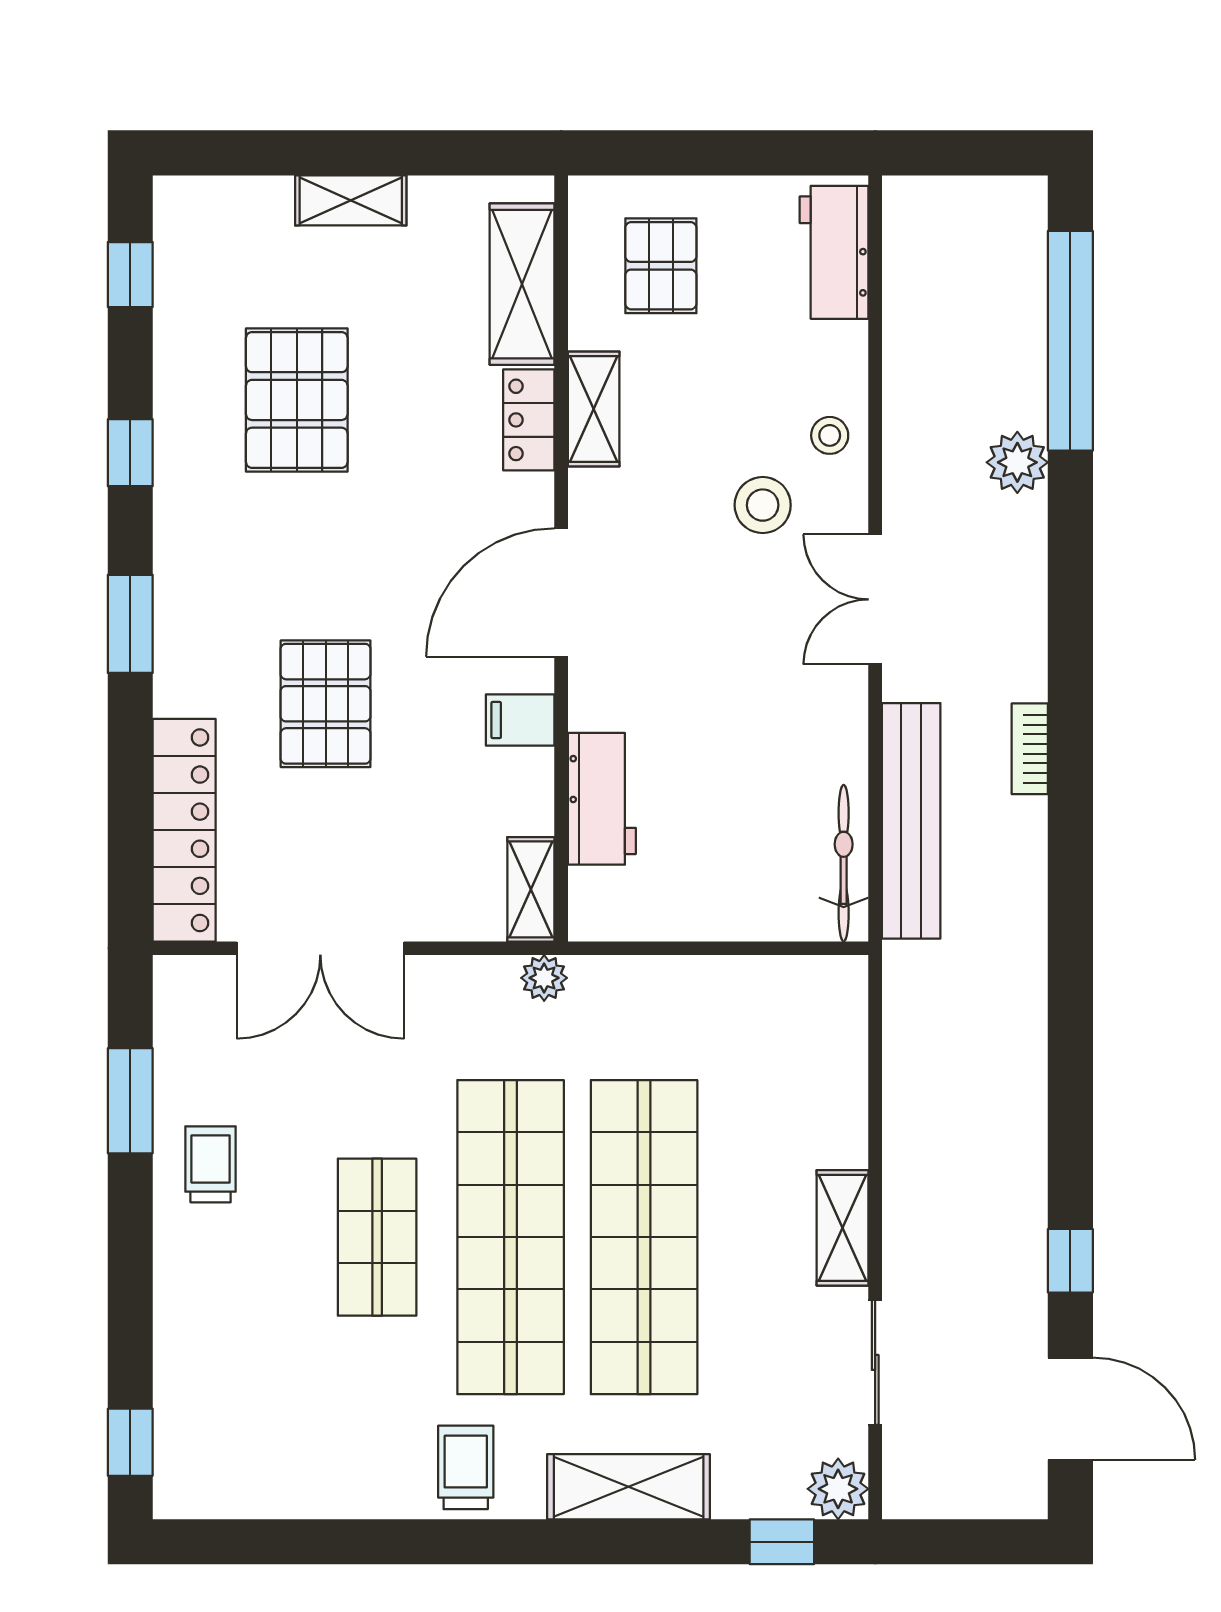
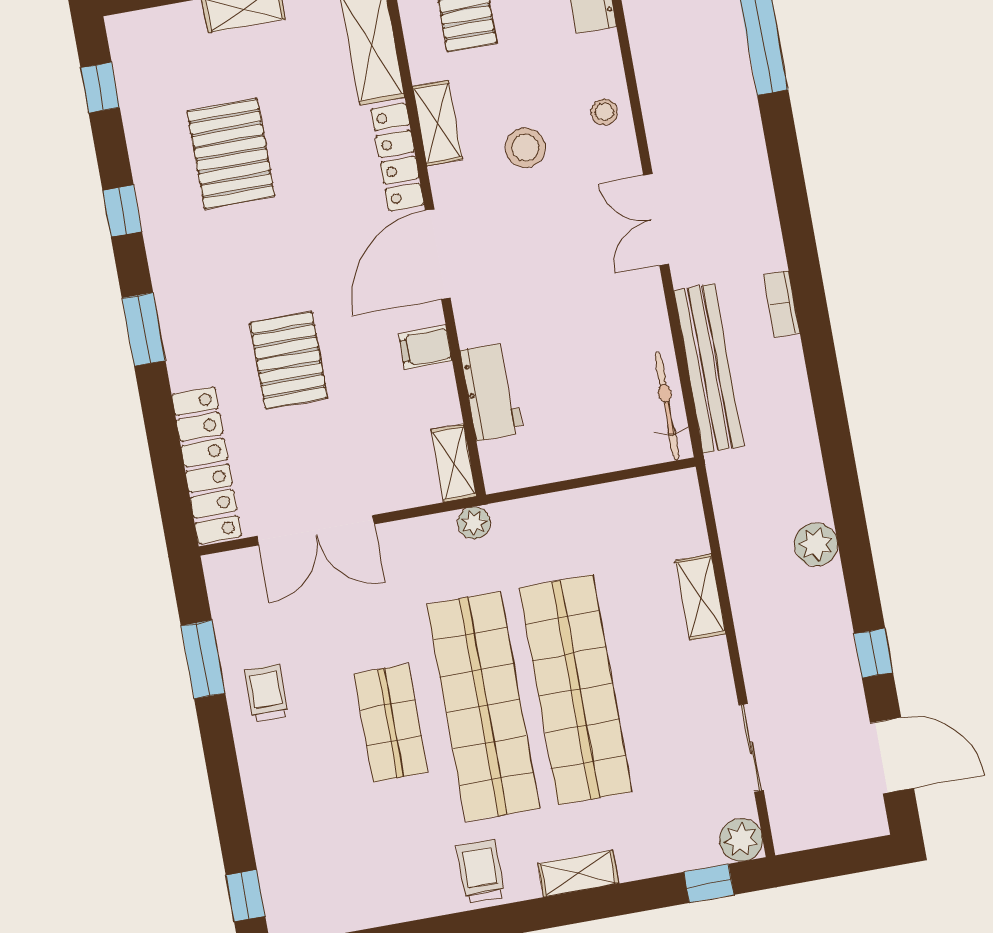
locker: (529, 420) -> (397, 157), width x1.53
plant: (1017, 462) -> (816, 544), moved
stool: (763, 505) -> (525, 148), moved
shelving: (842, 1228) -> (701, 597), moved
shelving: (629, 1487) -> (578, 873), width x0.67, depth x0.75

